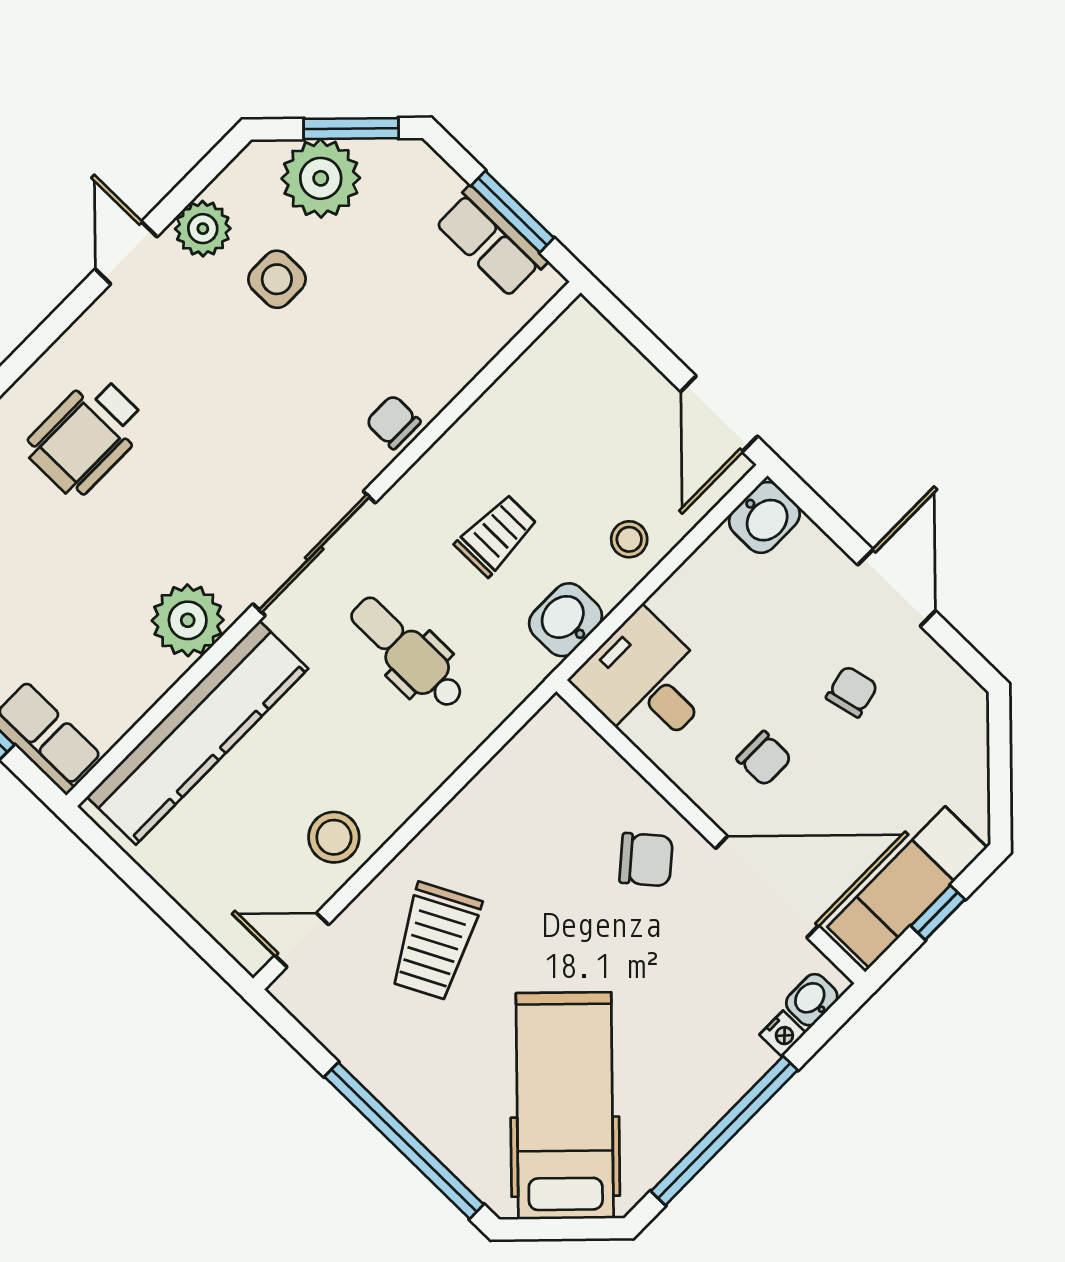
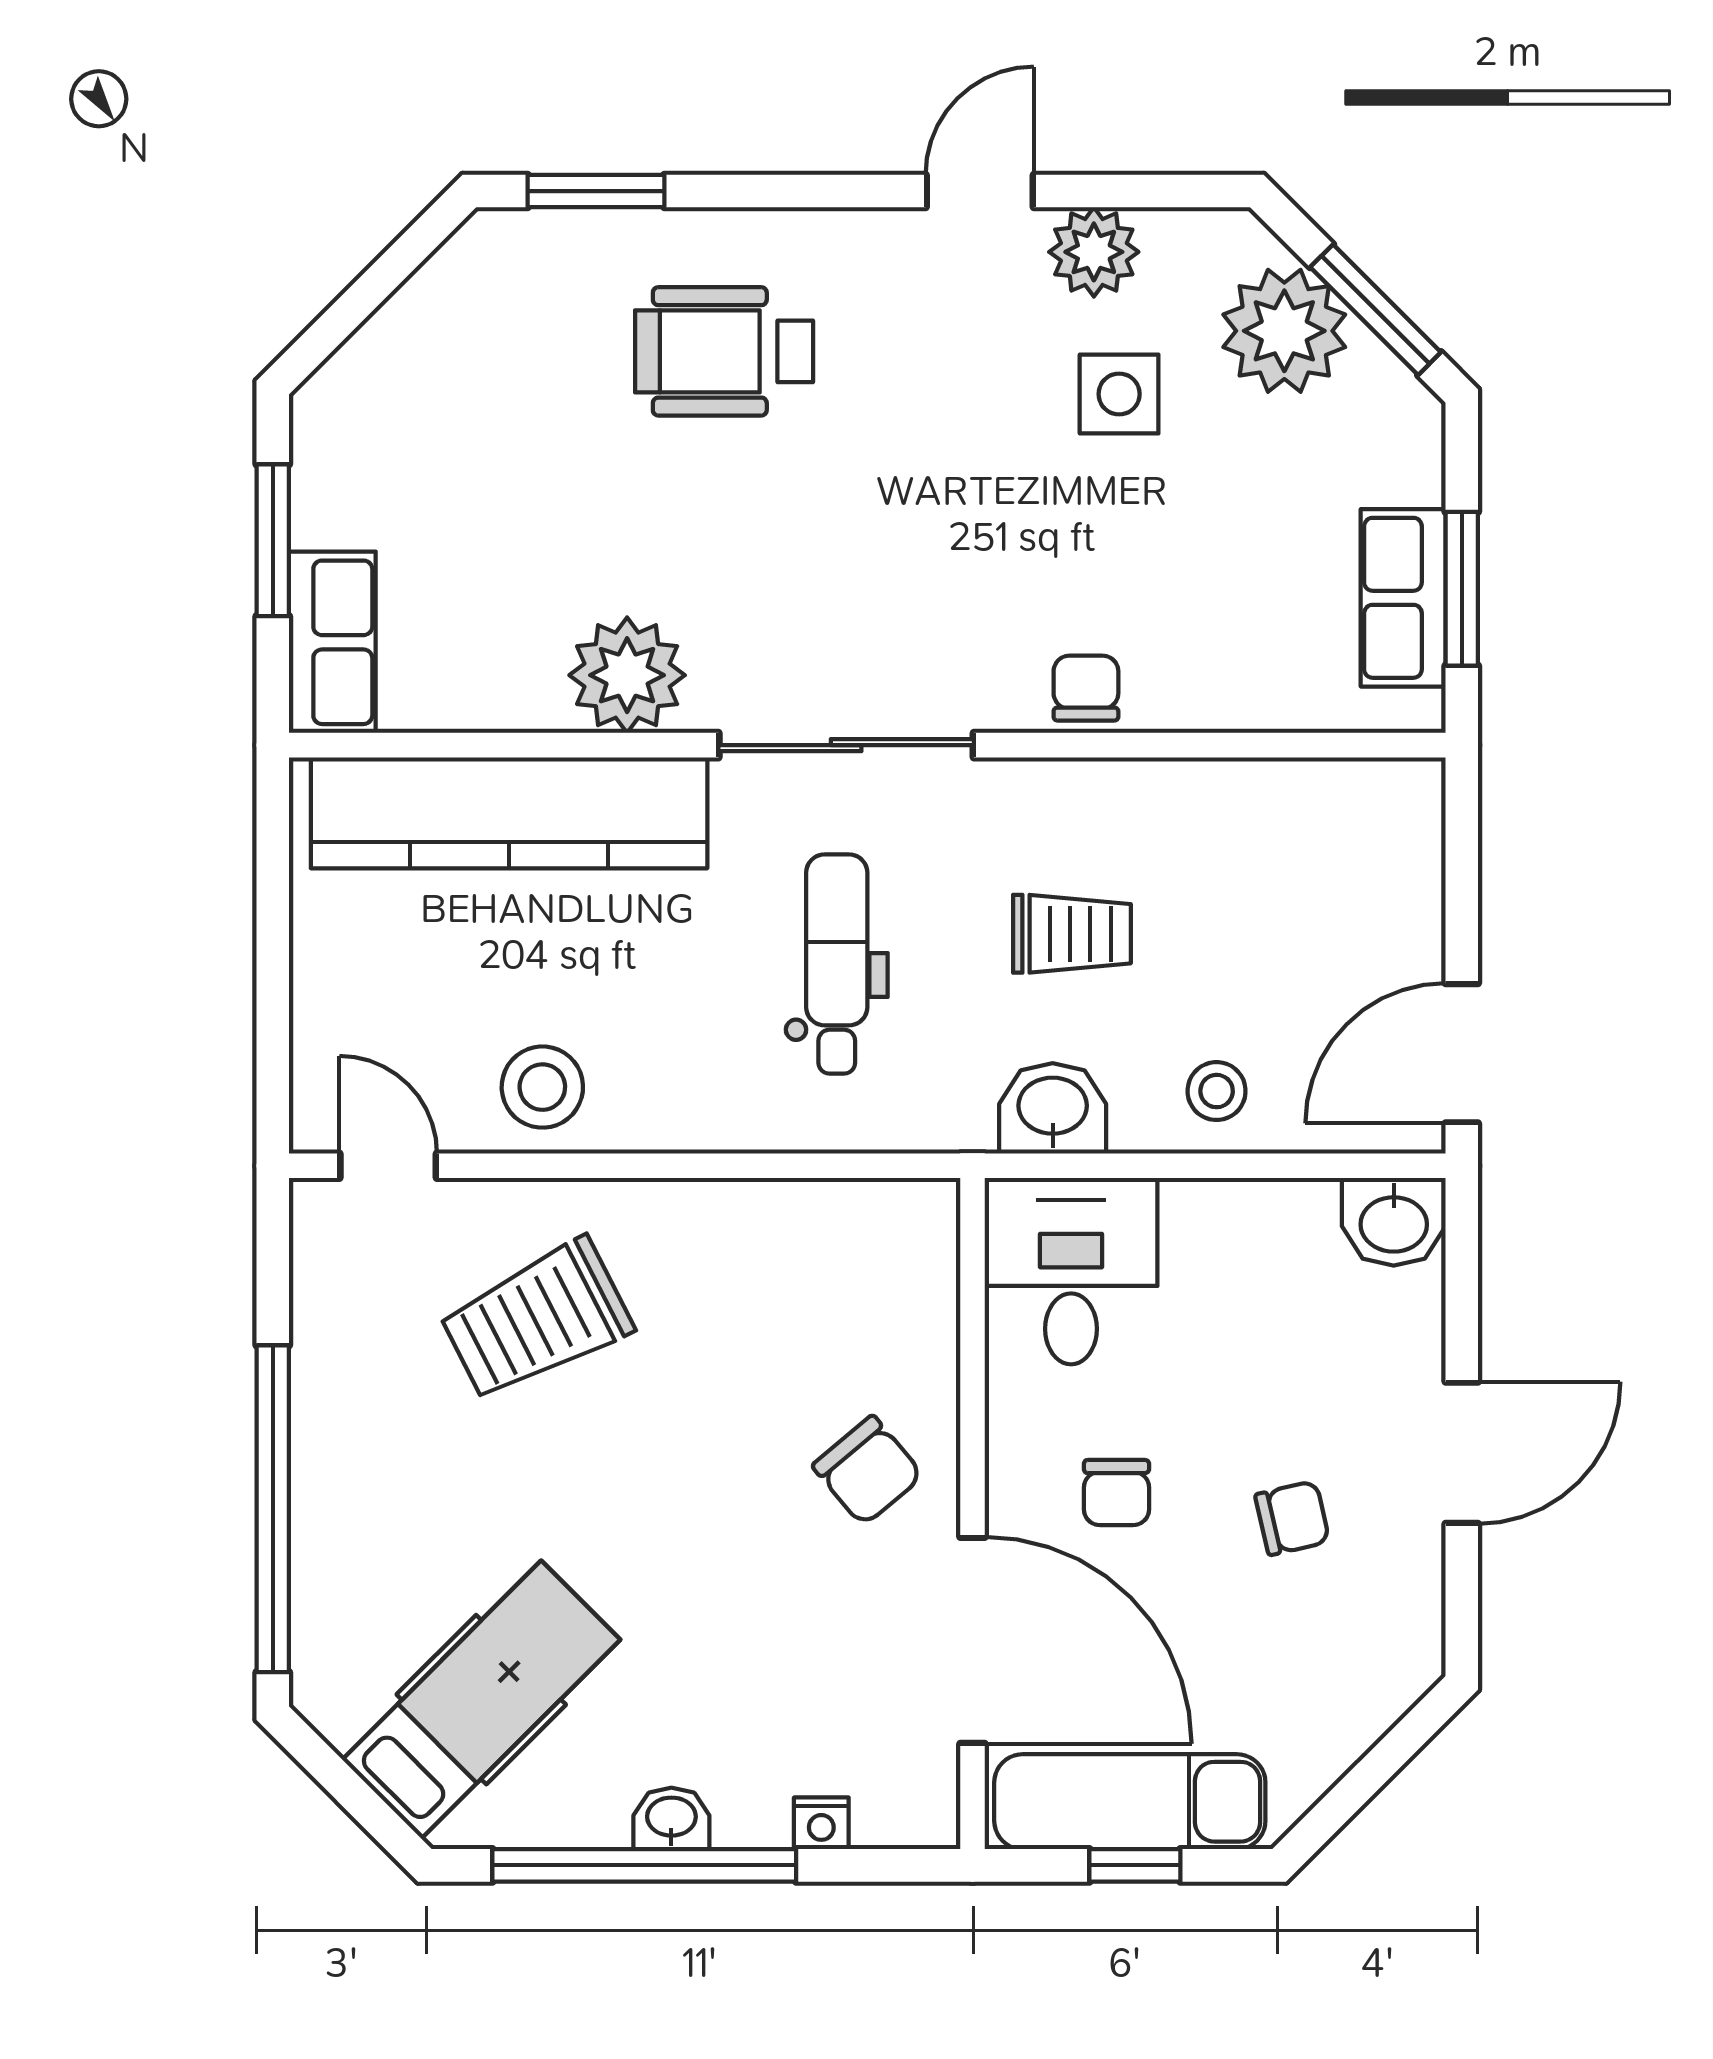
washbasin: (812, 1000) -> (671, 1818), moved
hospital bed: (565, 1106) -> (481, 1700), width x0.73, depth x0.78

